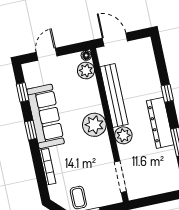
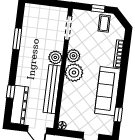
plant: (86, 71) -> (73, 56), moved
window: (167, 93) -> (11, 92), moved
dresser: (160, 123) -> (19, 105), moved
window: (31, 130) -> (122, 85), removed

